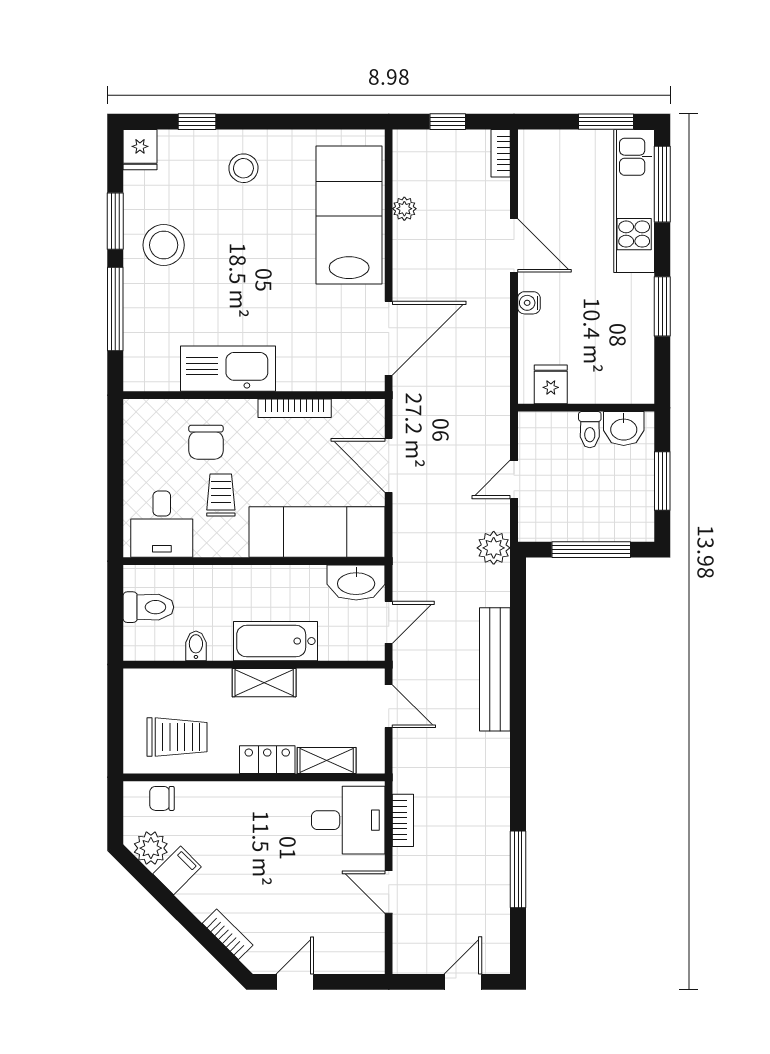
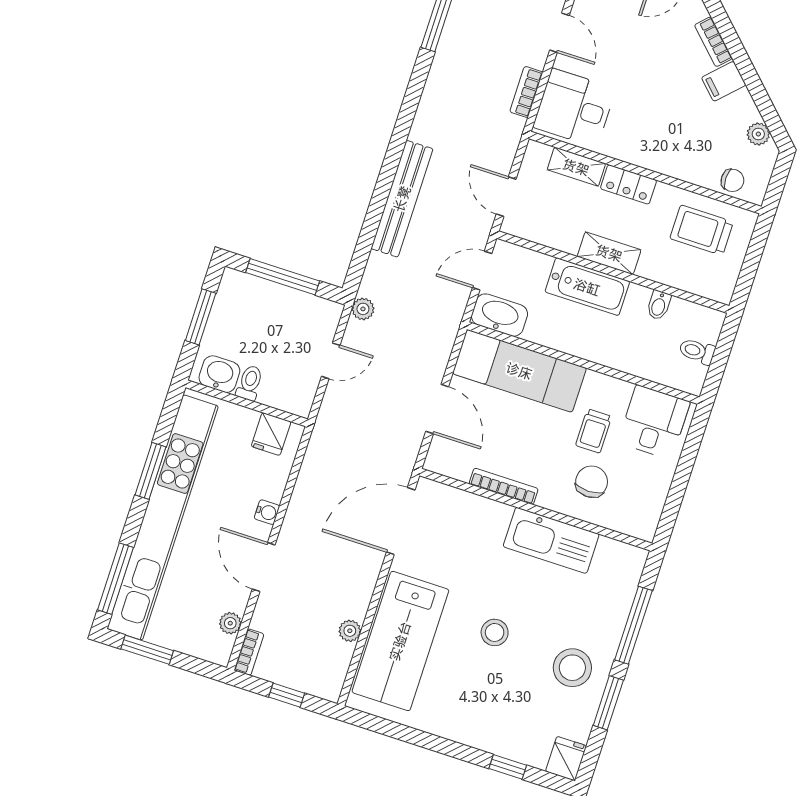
stool: (243, 168) -> (495, 632), moved
plant: (530, 177) -> (230, 623), added
kitchen unit: (634, 201) -> (163, 517), width x1.86
plant: (494, 548) -> (363, 309), width x0.73, depth x0.73
toilet: (148, 607) -> (697, 351), width x0.73, depth x0.72
plant: (151, 848) -> (758, 134), width x0.73, depth x0.73
filing cabinet: (177, 870) -> (724, 81), moved

